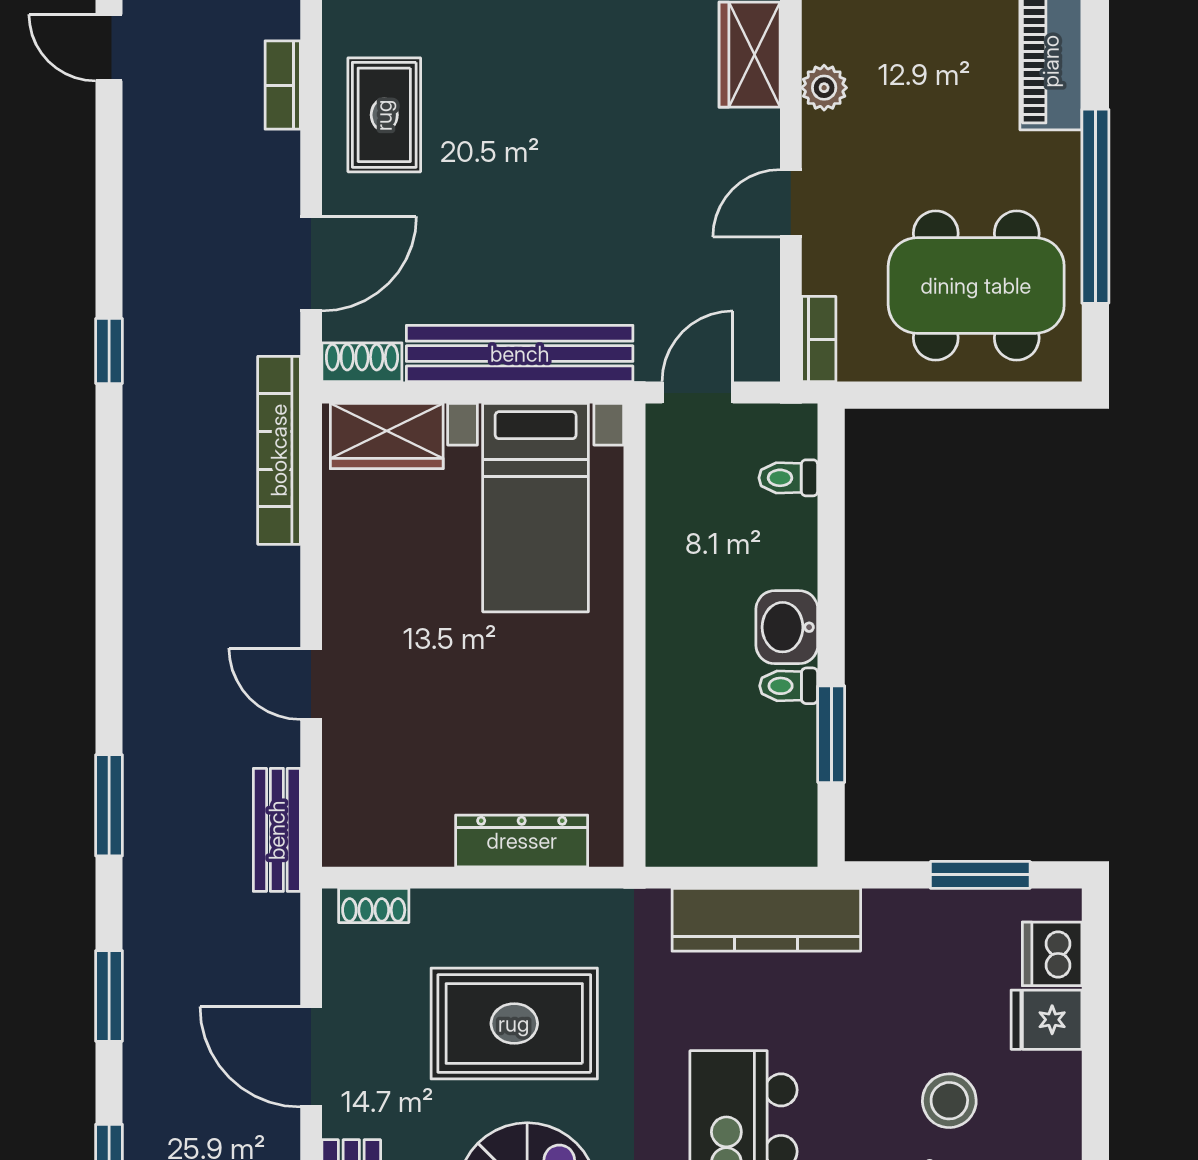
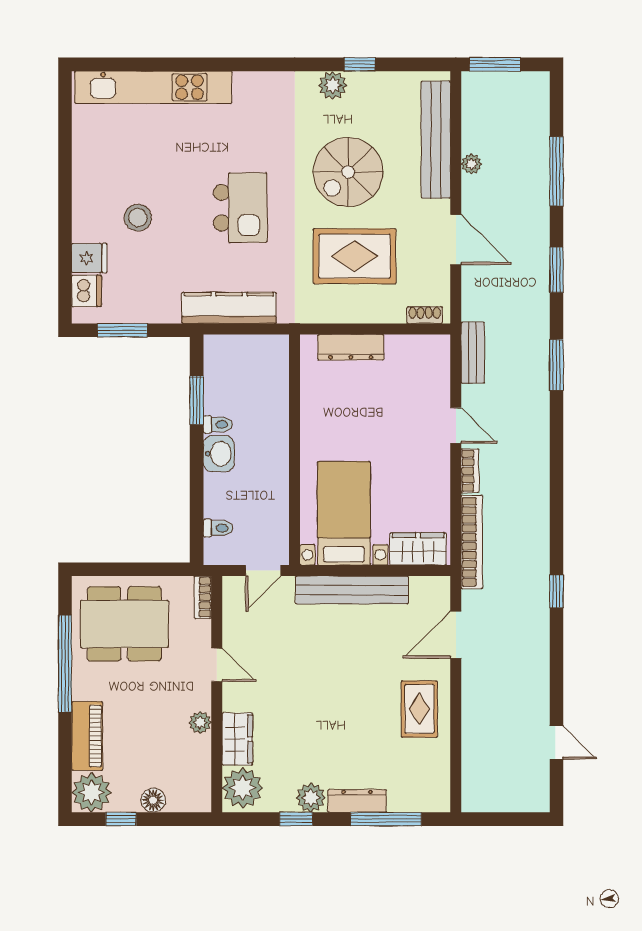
bookcase: (283, 85) -> (470, 471), moved
door: (791, 203) -> (217, 665), hinge flipped
shoe rack: (362, 362) -> (430, 586), removed

